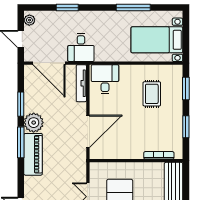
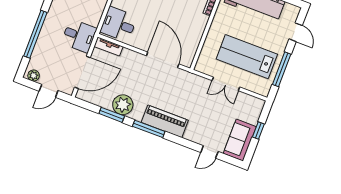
window: (67, 8) -> (35, 34), width x2.11
tv unit: (81, 83) -> (109, 47), width x0.71
plant: (34, 123) -> (123, 105), moved

